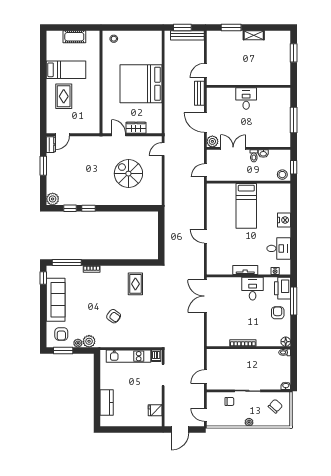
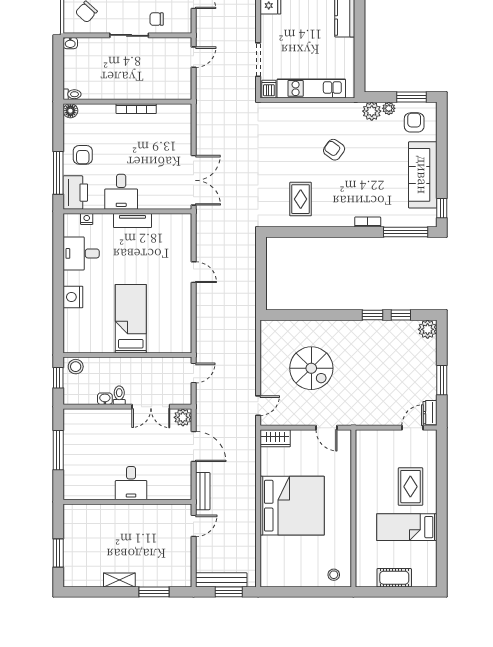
wardrobe: (136, 128) -> (275, 438), moved

